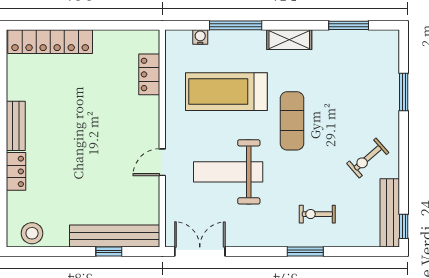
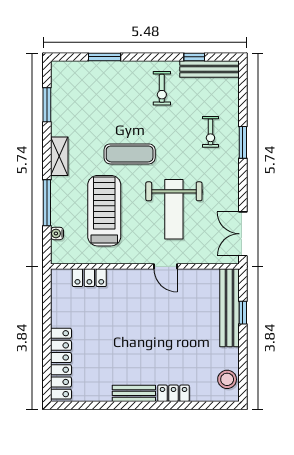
treadmill: (226, 92) -> (104, 211), turned 180
exercise bike: (368, 158) -> (162, 88), turned 41
window: (404, 226) -> (194, 57), moved

